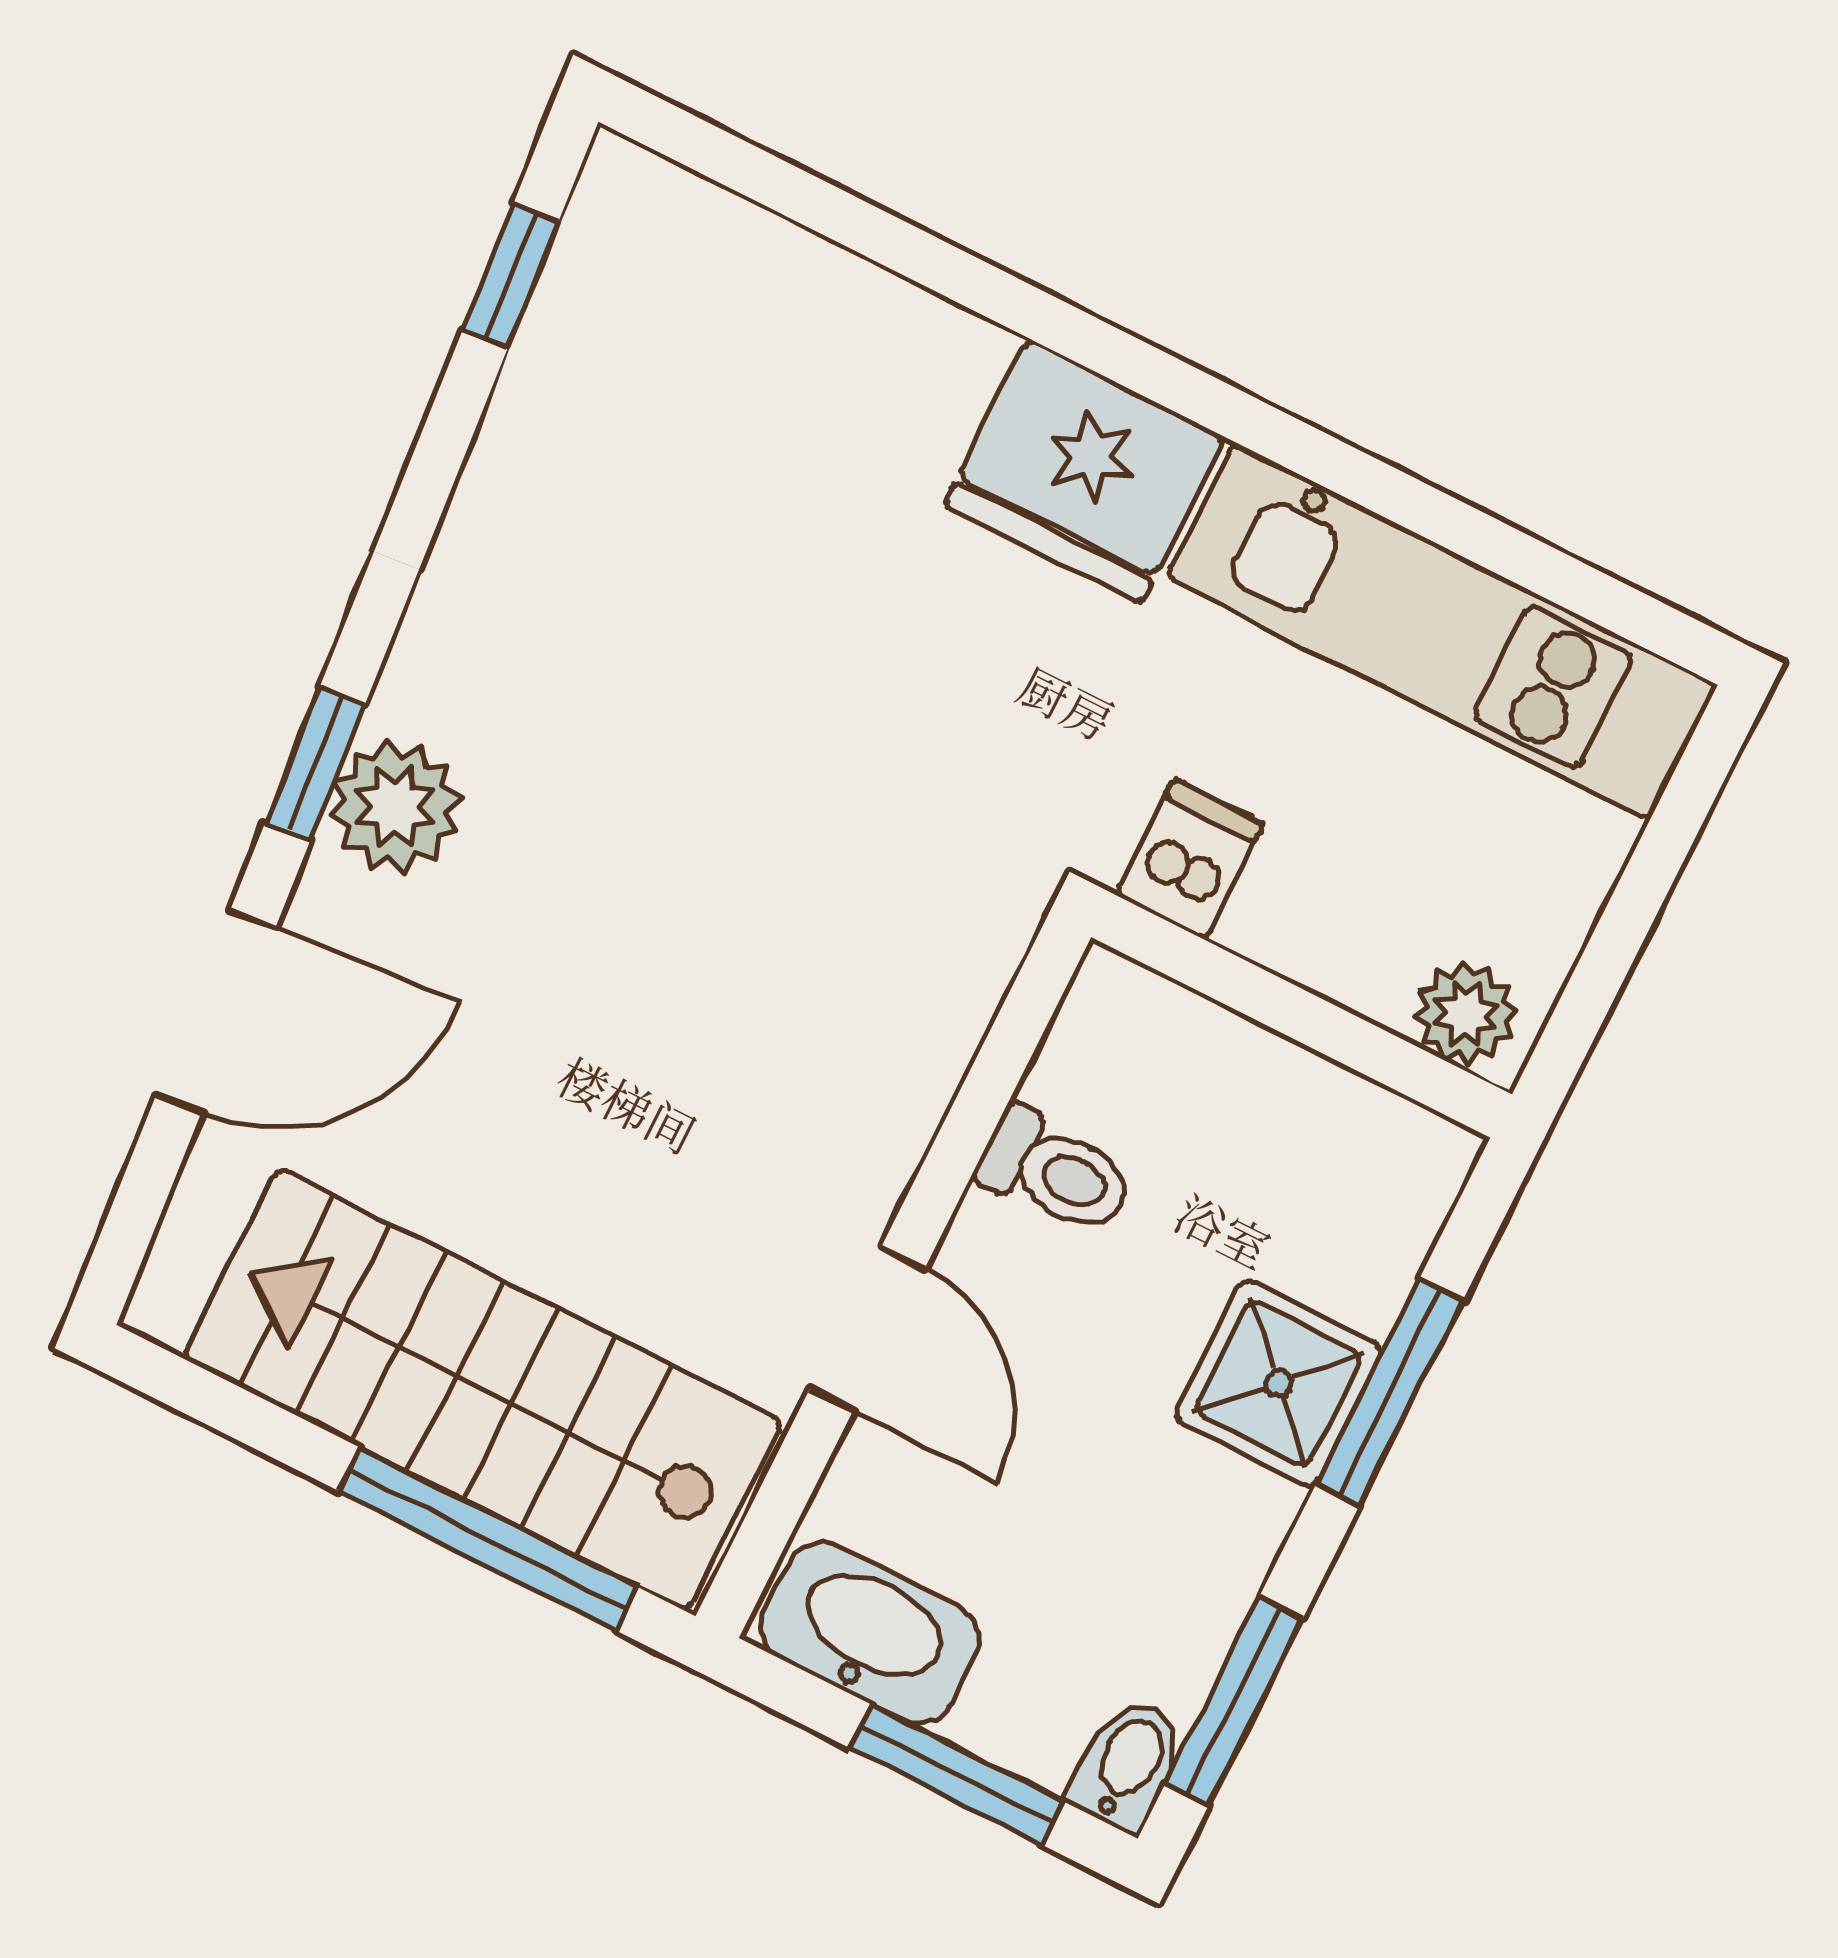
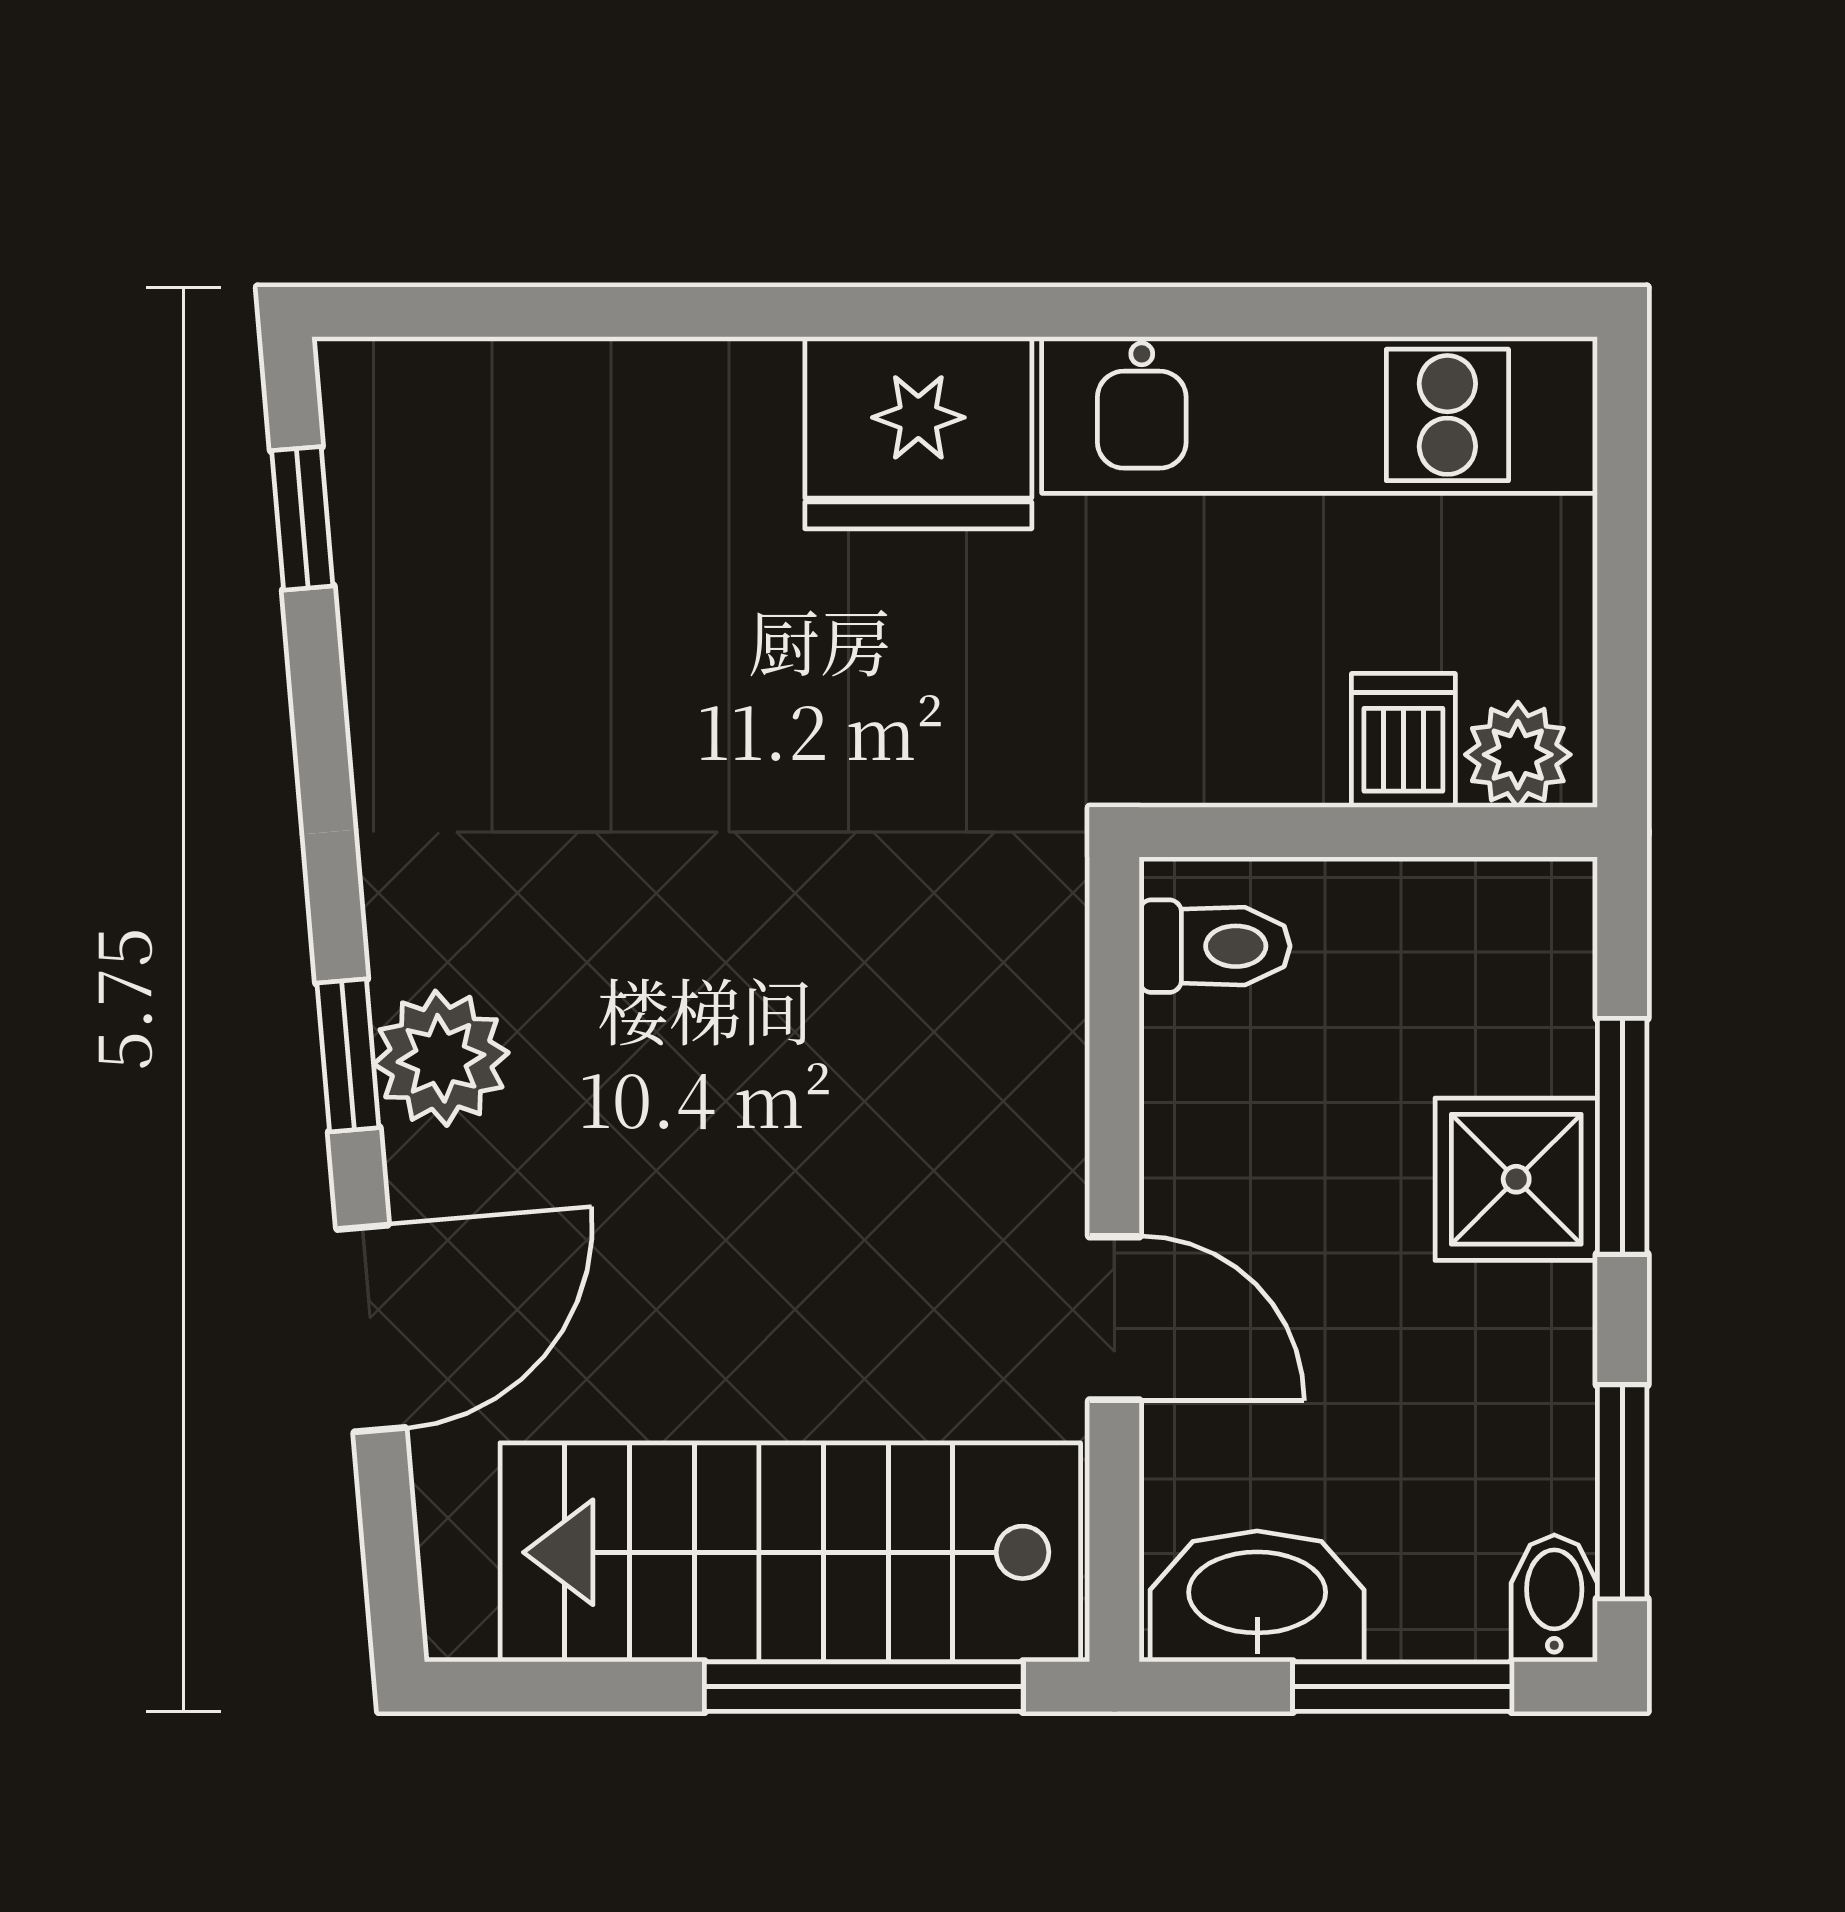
dishwasher: (1190, 860) -> (1403, 740), moved
toilet: (1055, 1172) -> (1215, 946), moved

